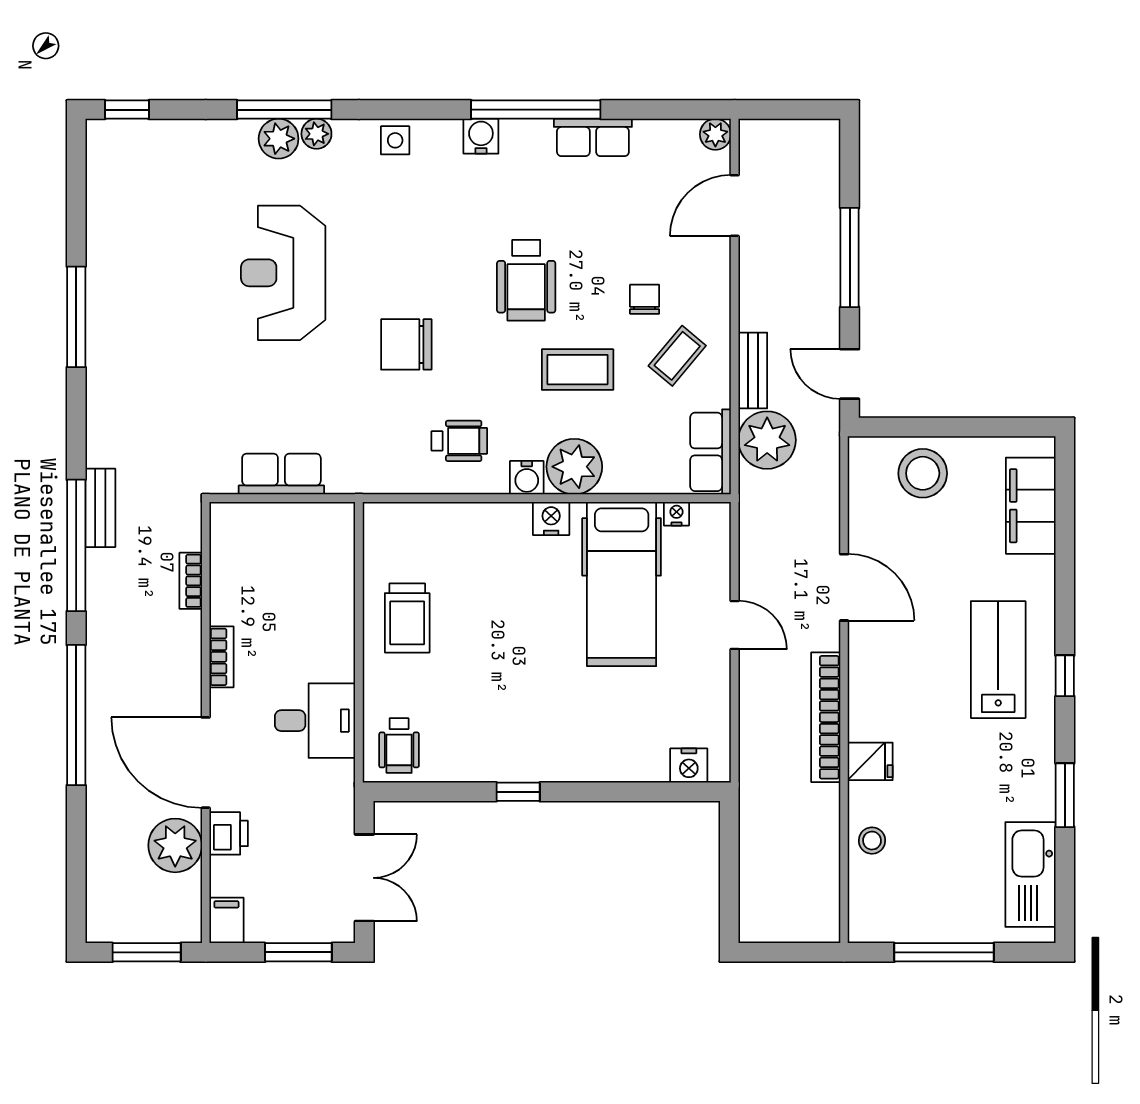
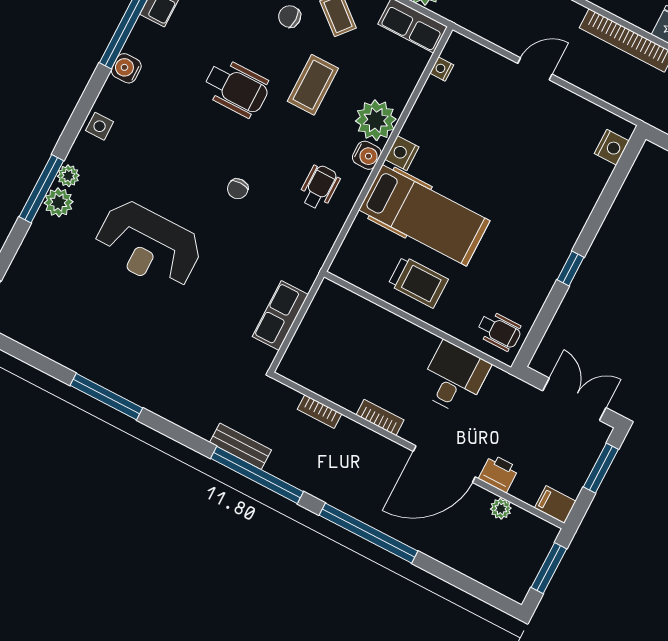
chair: (406, 344) -> (238, 189), width x0.54, depth x0.54
hospital bed: (622, 584) -> (424, 215), moved
plant: (175, 845) -> (501, 509), width x0.53, depth x0.53

